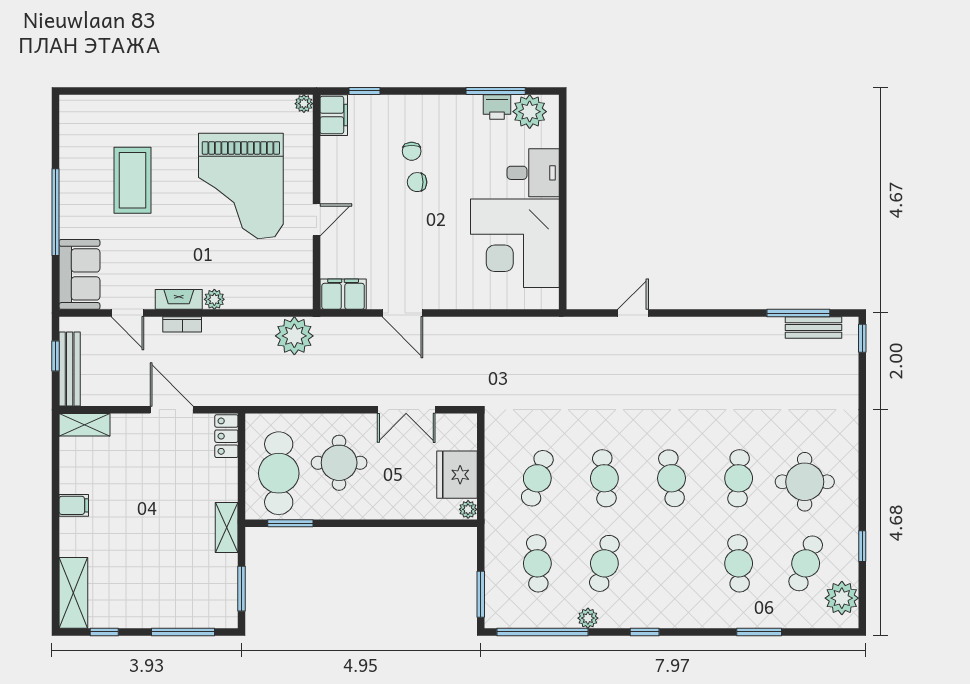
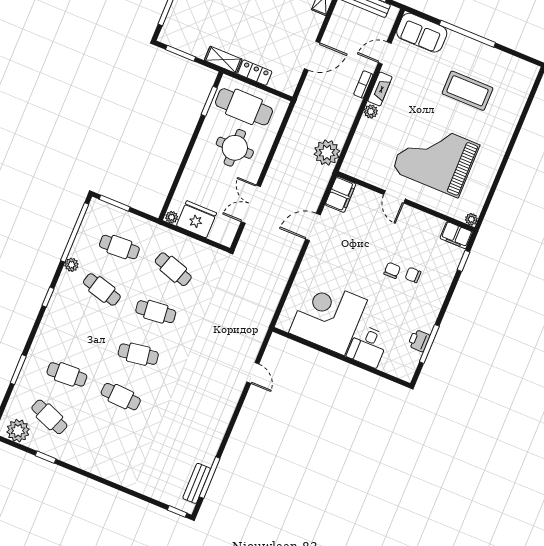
plant: (530, 112) -> (407, 360), removed
locker: (226, 436) -> (255, 73), moved
round table: (805, 482) -> (101, 438), removed

